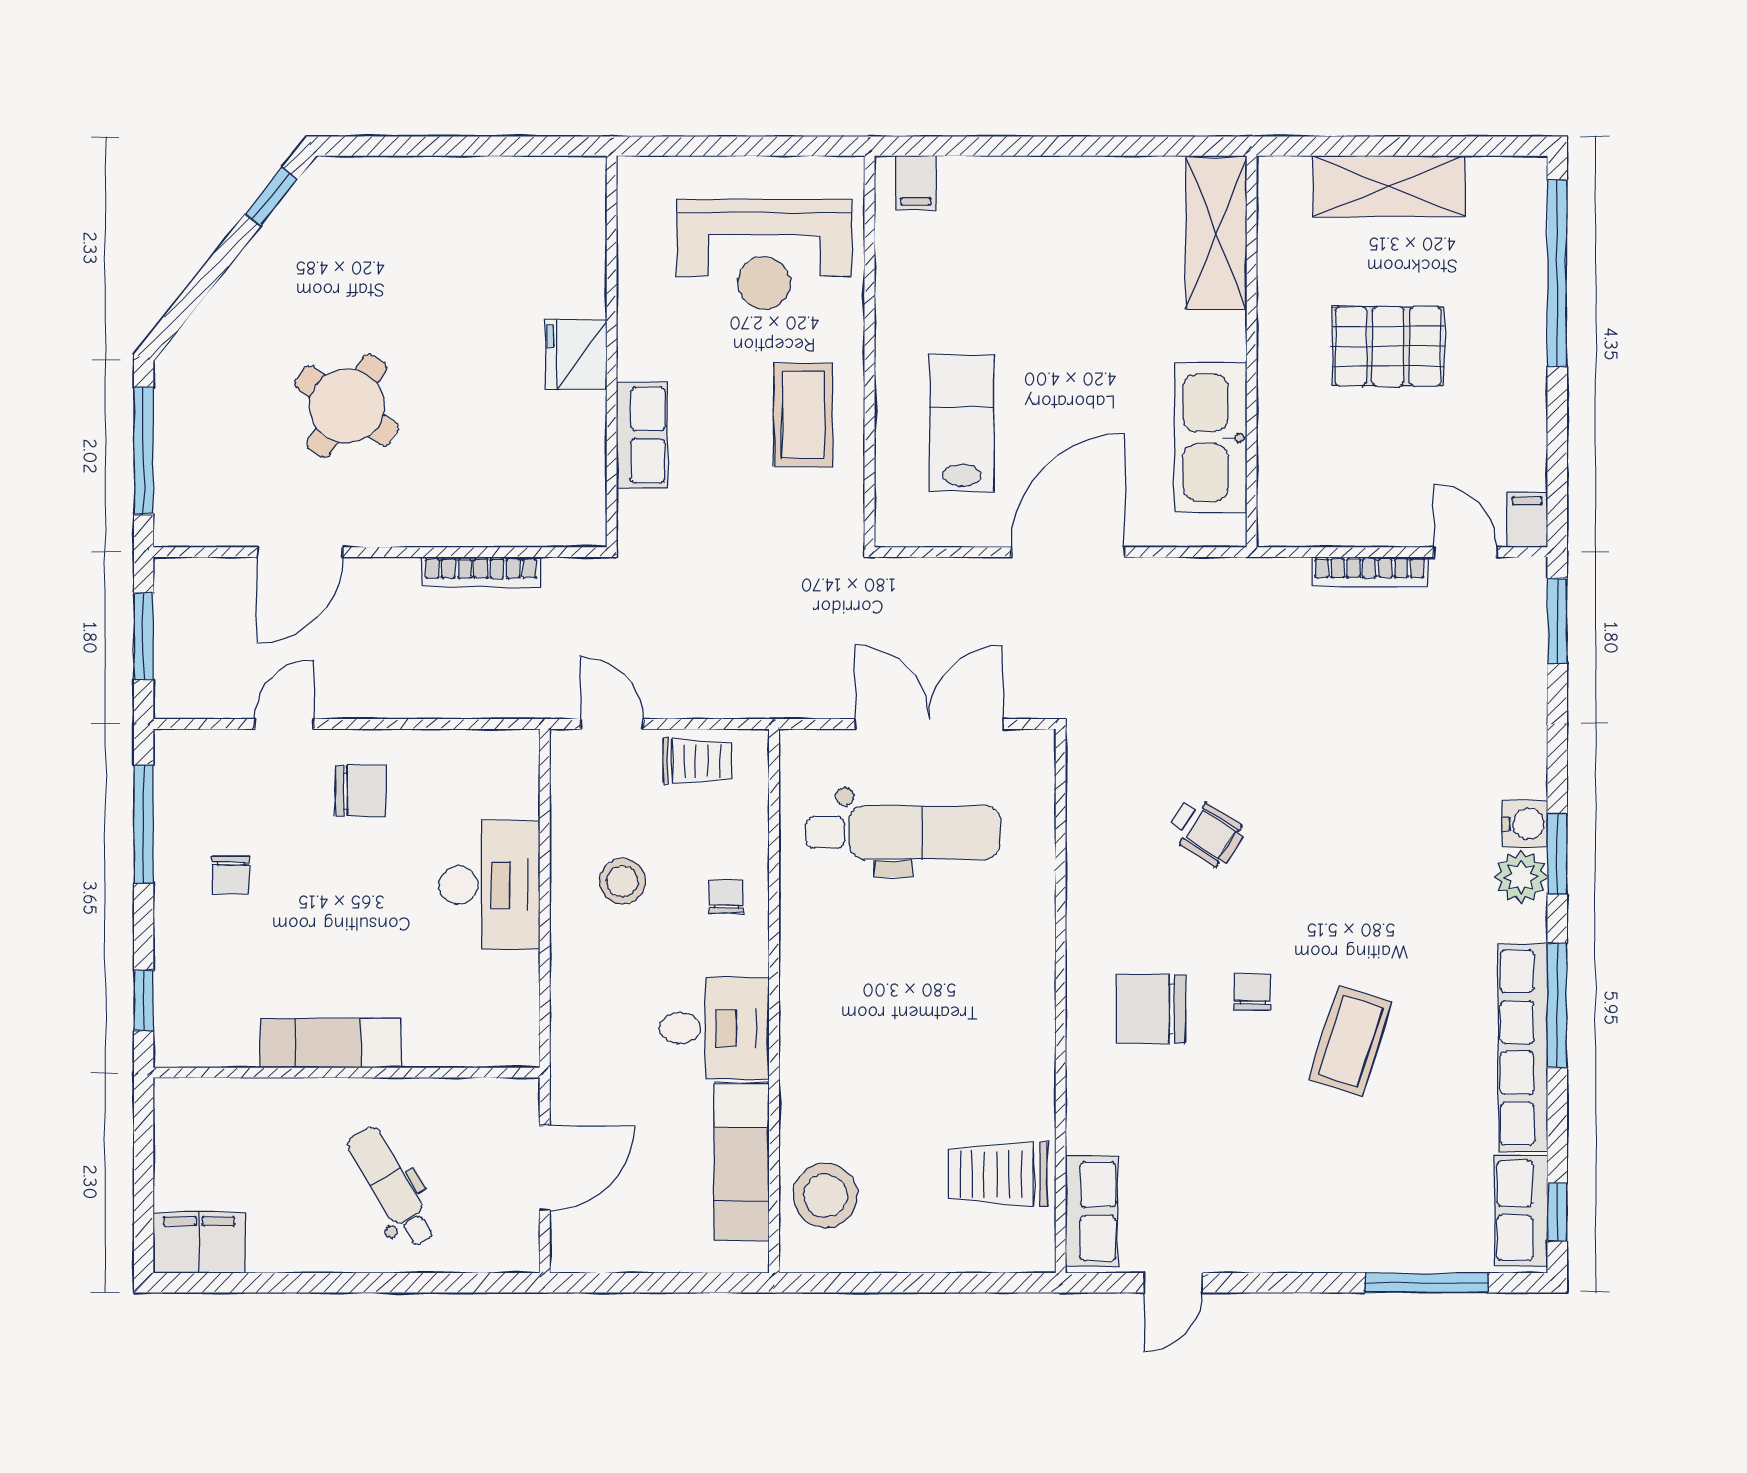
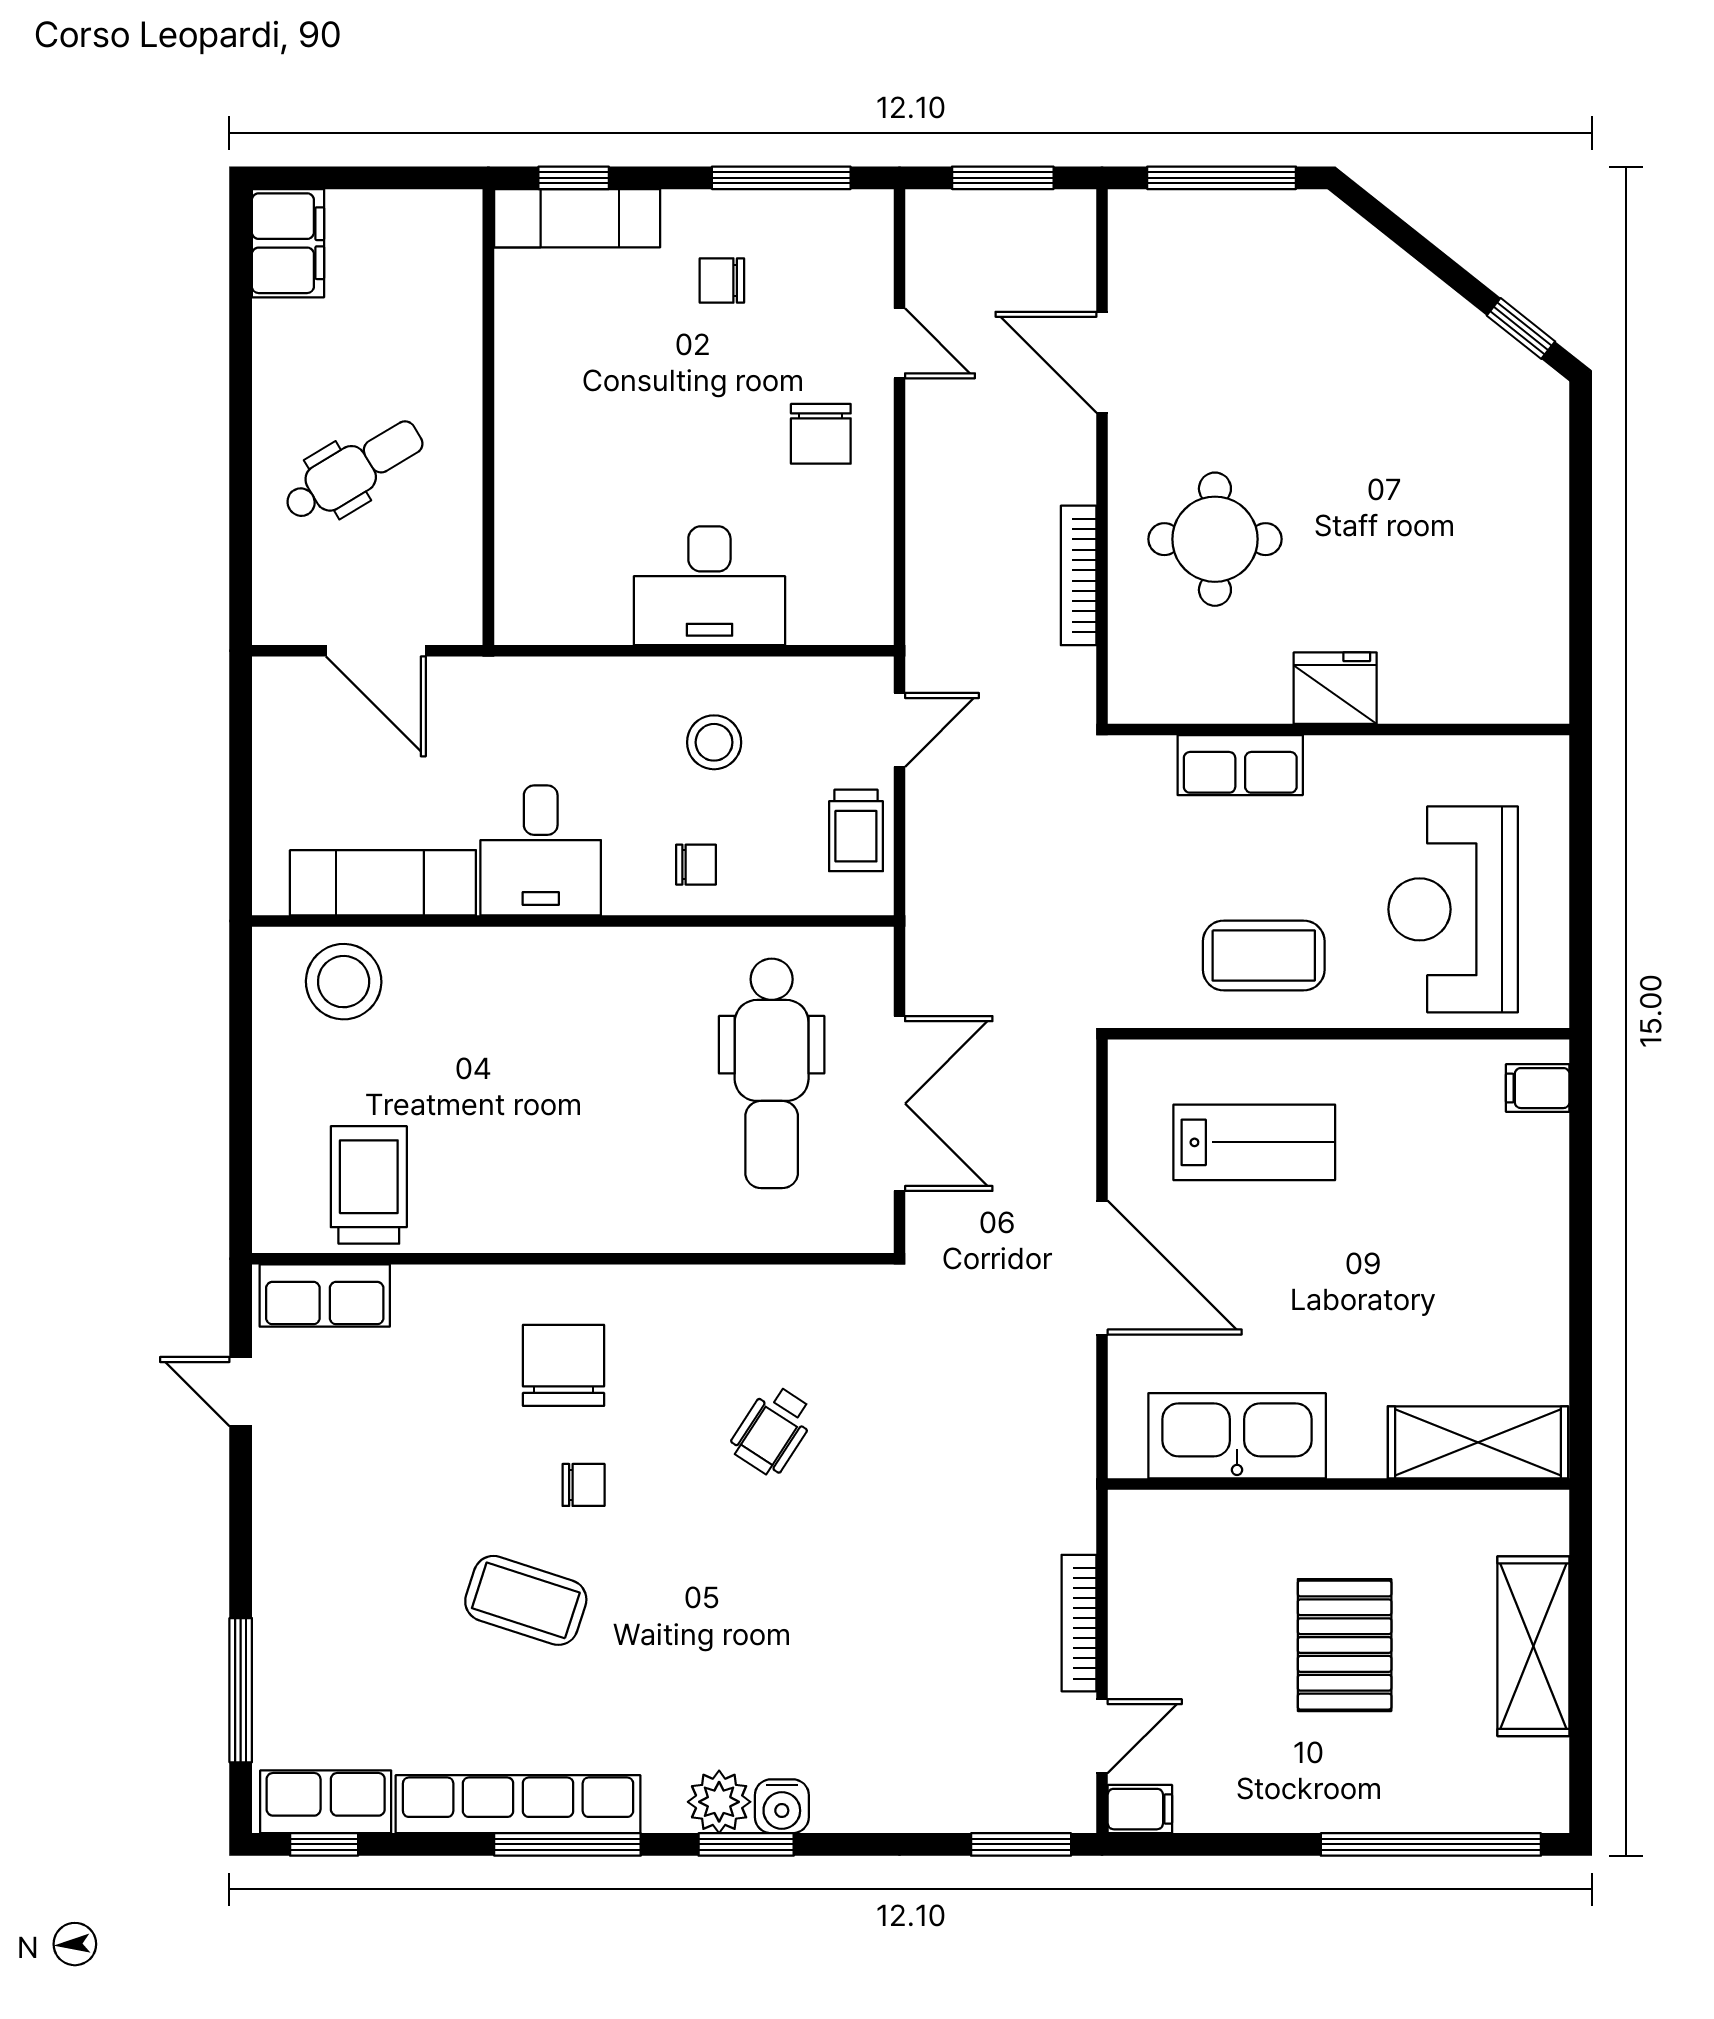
round table: (347, 406) -> (1215, 539), moved, turned -34
exam couch: (331, 1043) -> (577, 218), moved, turned 90

